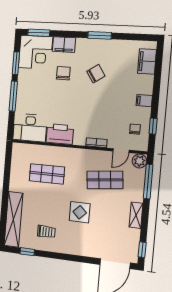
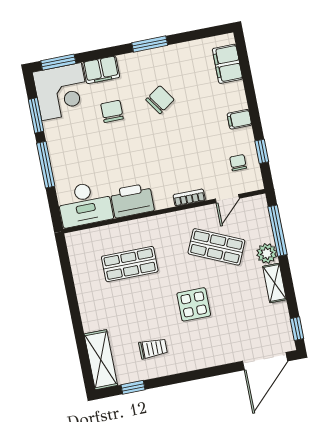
plant: (139, 161) -> (267, 253), moved
shop shelf: (105, 180) -> (216, 247), turned 30
shelving: (13, 219) -> (101, 360), width x0.68

